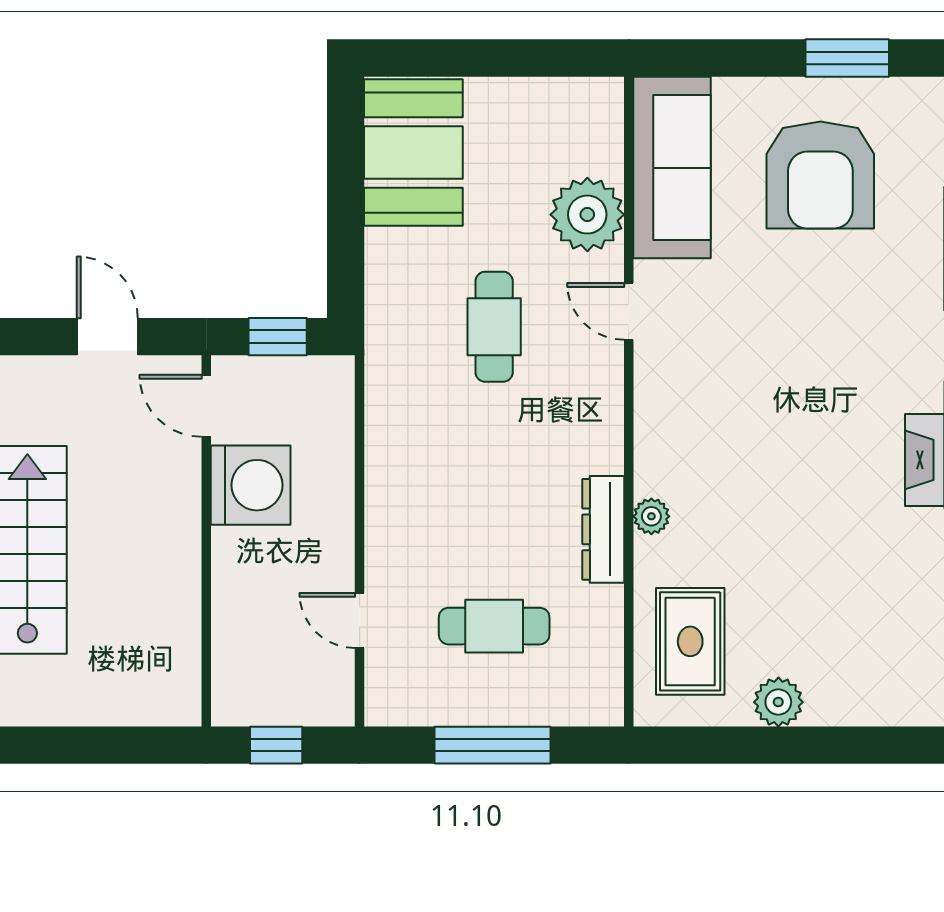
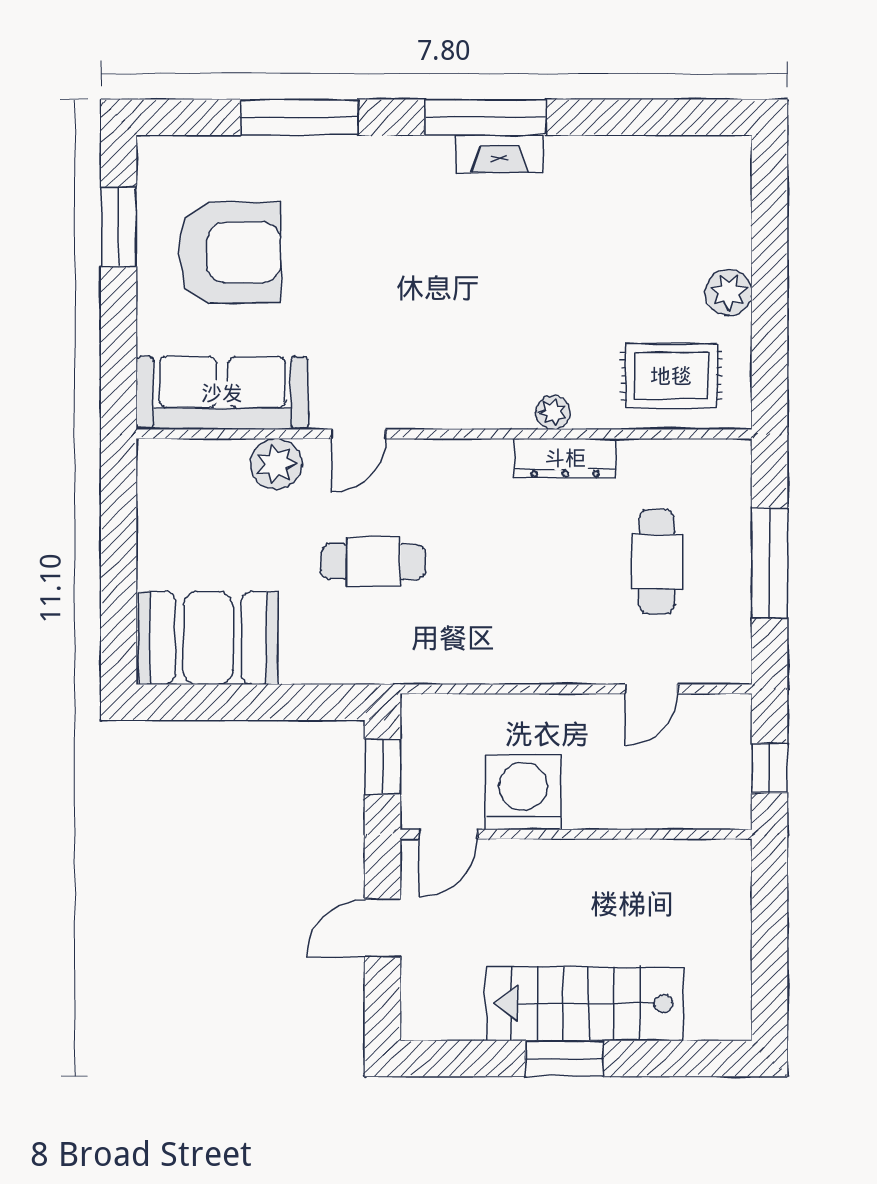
plant: (587, 215) -> (276, 464), width x0.73, depth x0.73

